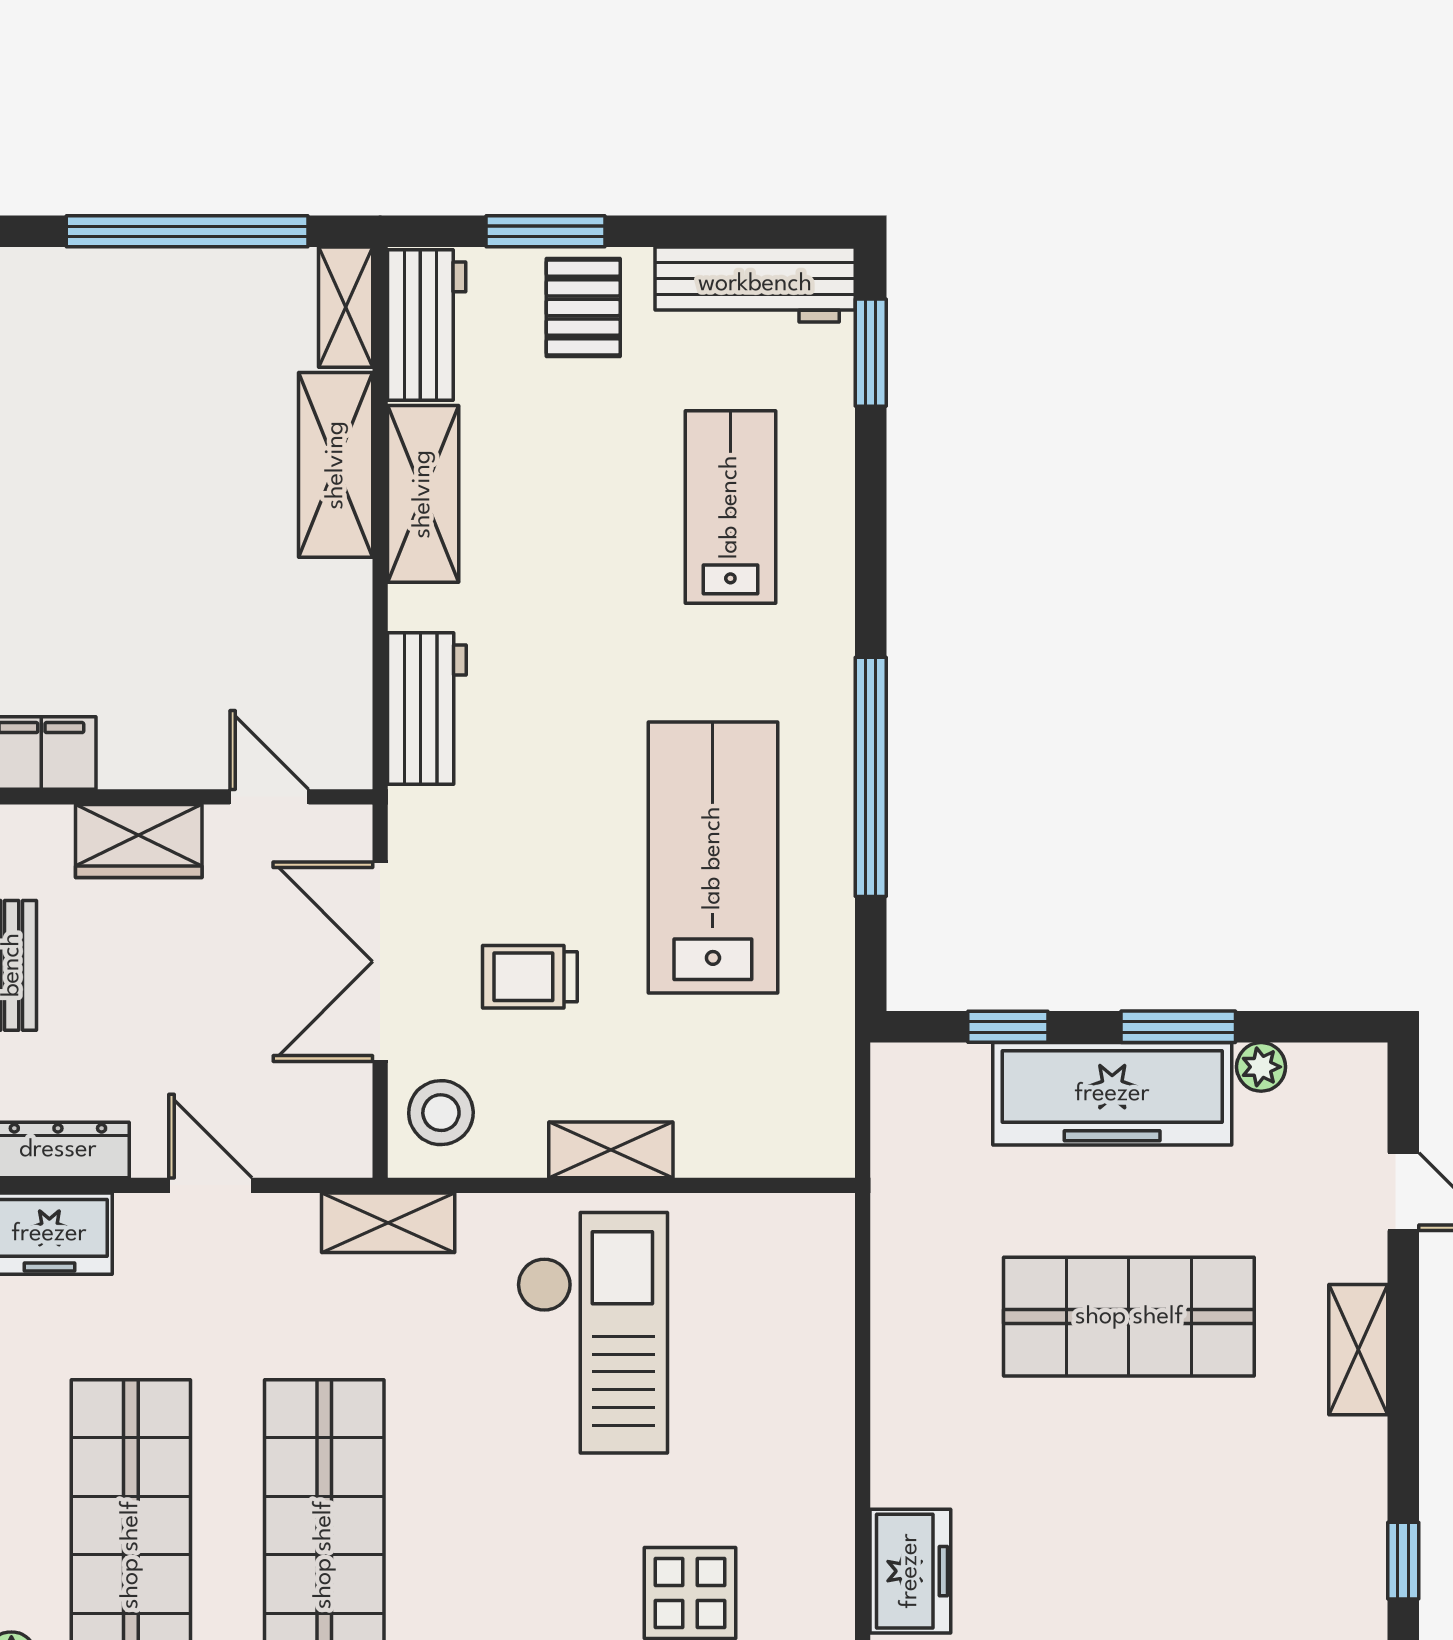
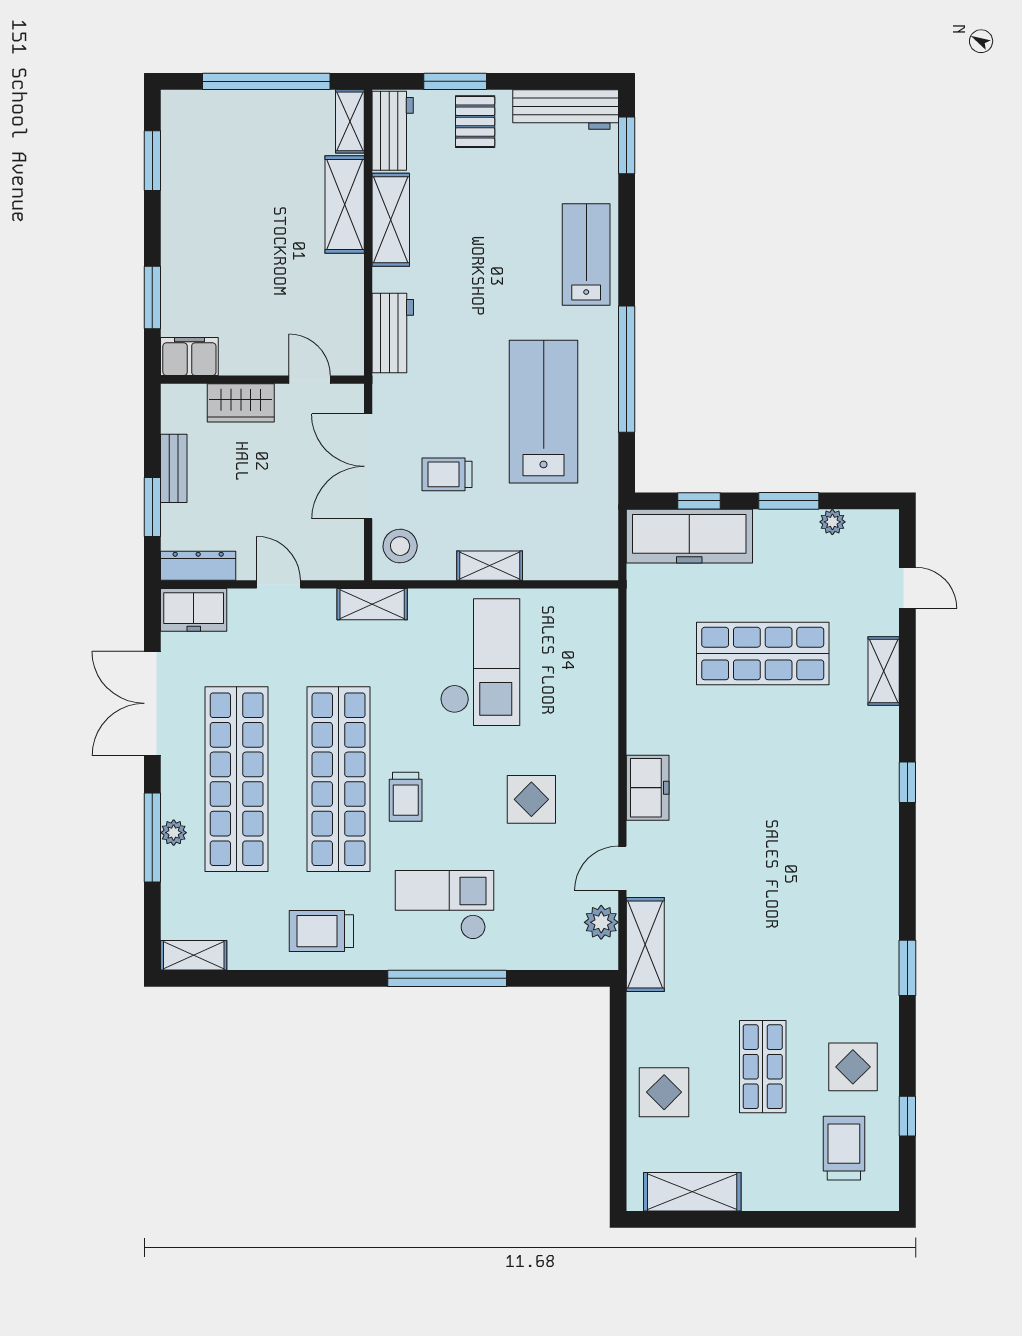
lab bench: (730, 507) -> (586, 254), moved
freezer: (1112, 1094) -> (689, 536), moved
trolley: (452, 1588) -> (406, 797), added

